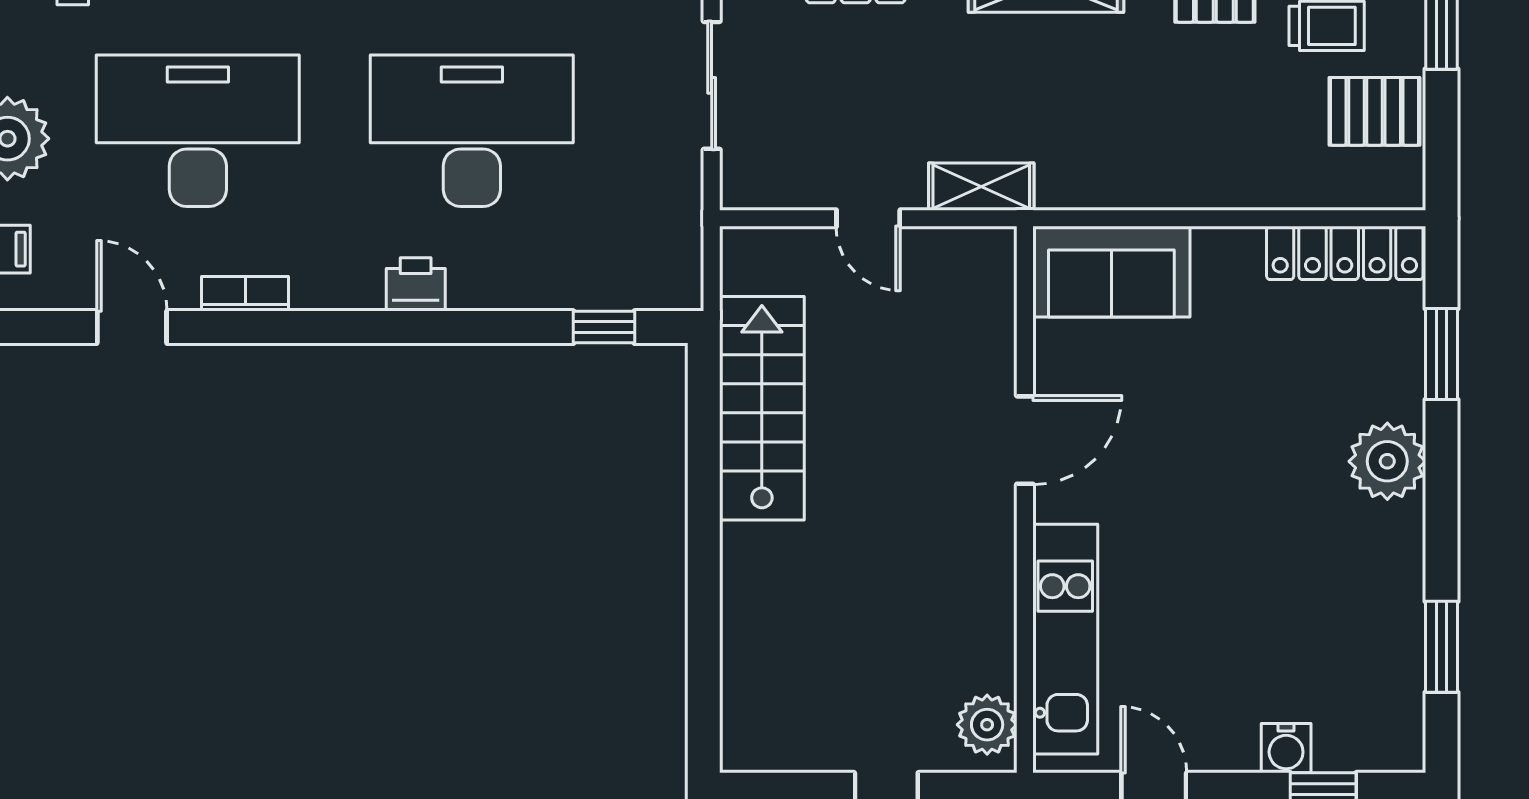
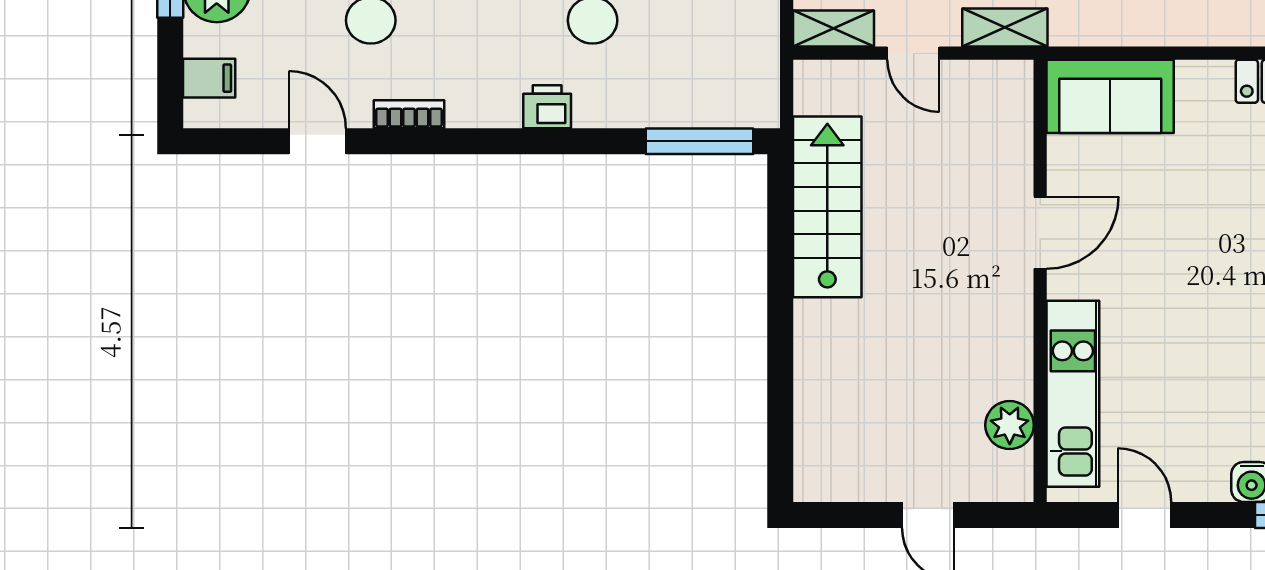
shelving: (770, 188) -> (834, 29), added
window: (604, 327) -> (699, 141), width x2.17
plant: (987, 725) -> (1010, 425), moved

